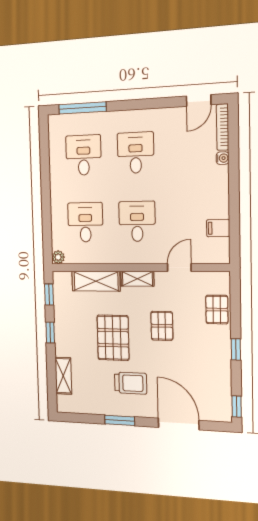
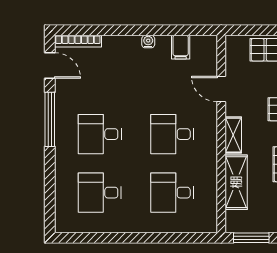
window: (82, 108) -> (50, 119), moved
water cooler: (223, 158) -> (148, 42), moved
plant: (58, 257) -> (210, 225), removed
window: (49, 294) -> (251, 238), width x1.50

